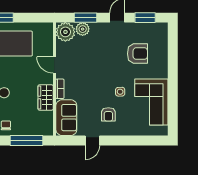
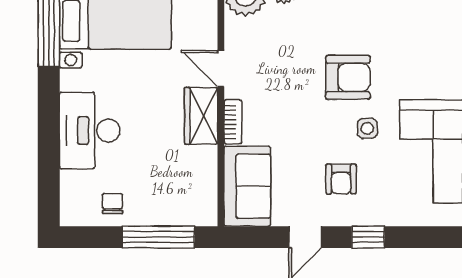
armchair: (137, 54) -> (348, 77), moved
wardrobe: (46, 97) -> (201, 116), moved
window: (121, 140) -> (368, 237), added

